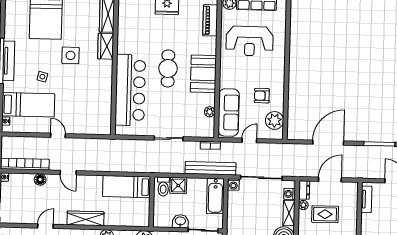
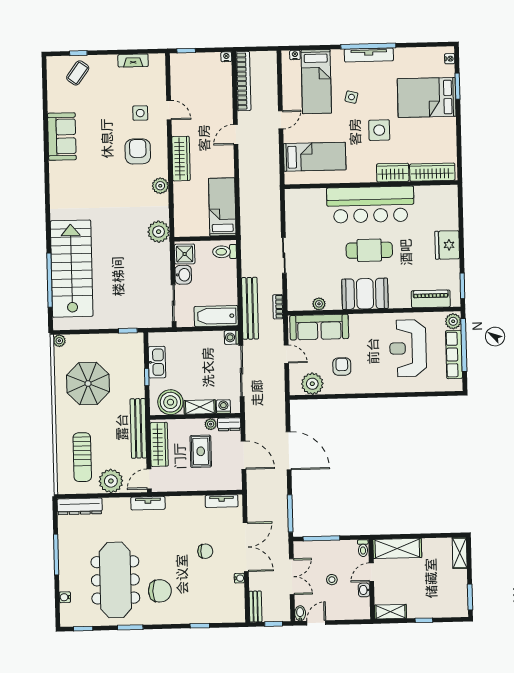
bar counter: (130, 90) -> (370, 205), moved
bed: (89, 109) -> (315, 157), added
floor lamp: (40, 180) -> (226, 101), removed
shower: (178, 185) -> (185, 254), moved

